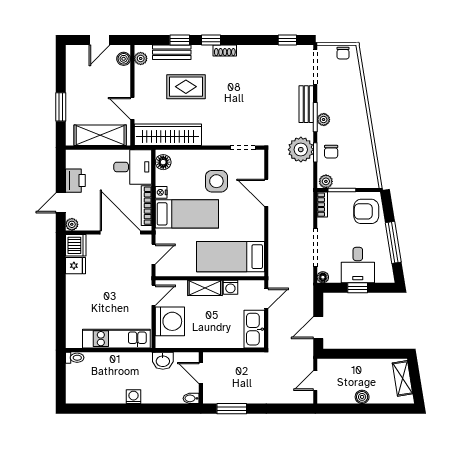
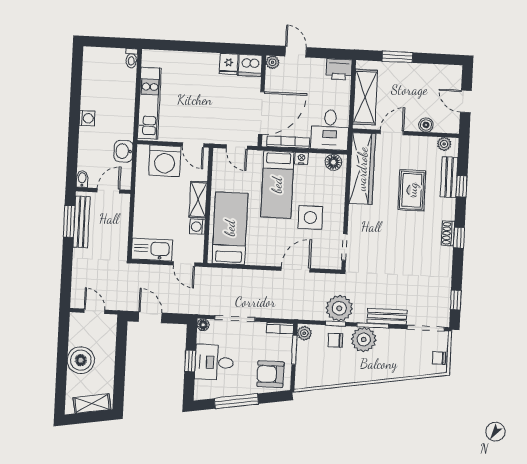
window: (211, 40) -> (459, 238), moved
boiler: (124, 59) -> (426, 125), moved
plant: (324, 120) -> (364, 340), width x1.87, depth x1.87
printer: (75, 181) -> (339, 69), moved
armchair: (366, 211) -> (270, 374), turned -90
bench: (232, 397) -> (82, 222), added
boiler: (362, 397) -> (81, 360), width x1.86, depth x1.86

